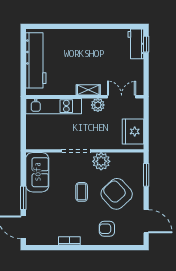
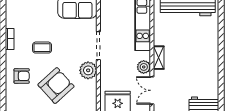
double door: (122, 97) -> (152, 90), swing flipped
coffee table: (82, 192) -> (42, 48), moved
armchair: (107, 229) -> (22, 76), turned 90

